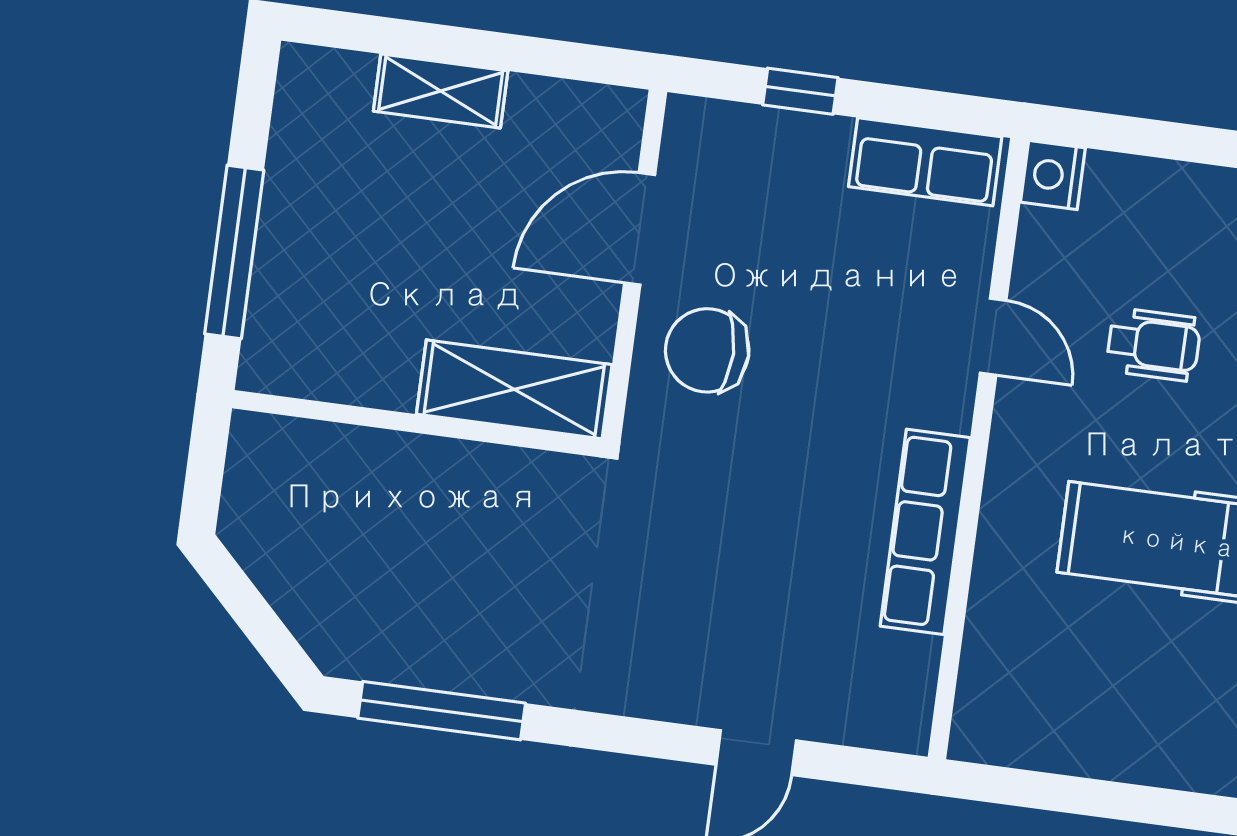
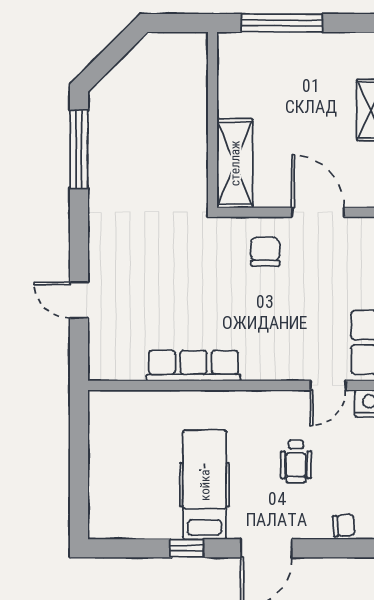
door: (993, 337) -> (328, 385), moved
chair: (707, 350) -> (265, 252), width x0.73, depth x0.73

